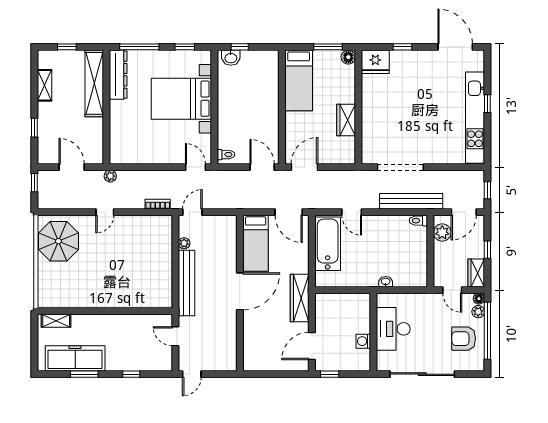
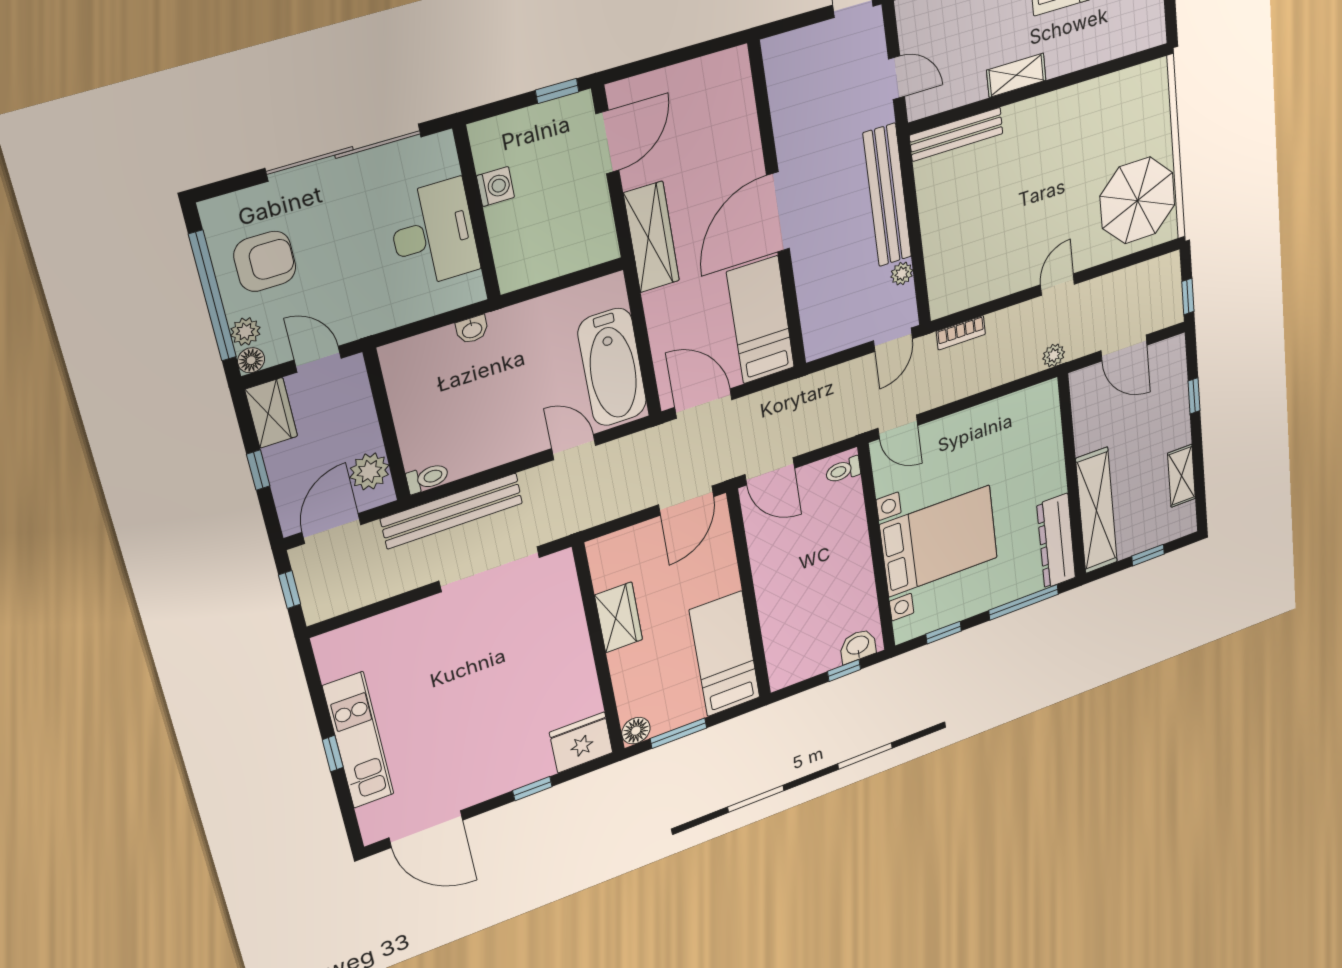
kitchen unit: (475, 118) -> (358, 740), width x0.73
bench: (149, 302) -> (956, 134), added
shelving: (56, 321) -> (1016, 75), moved

